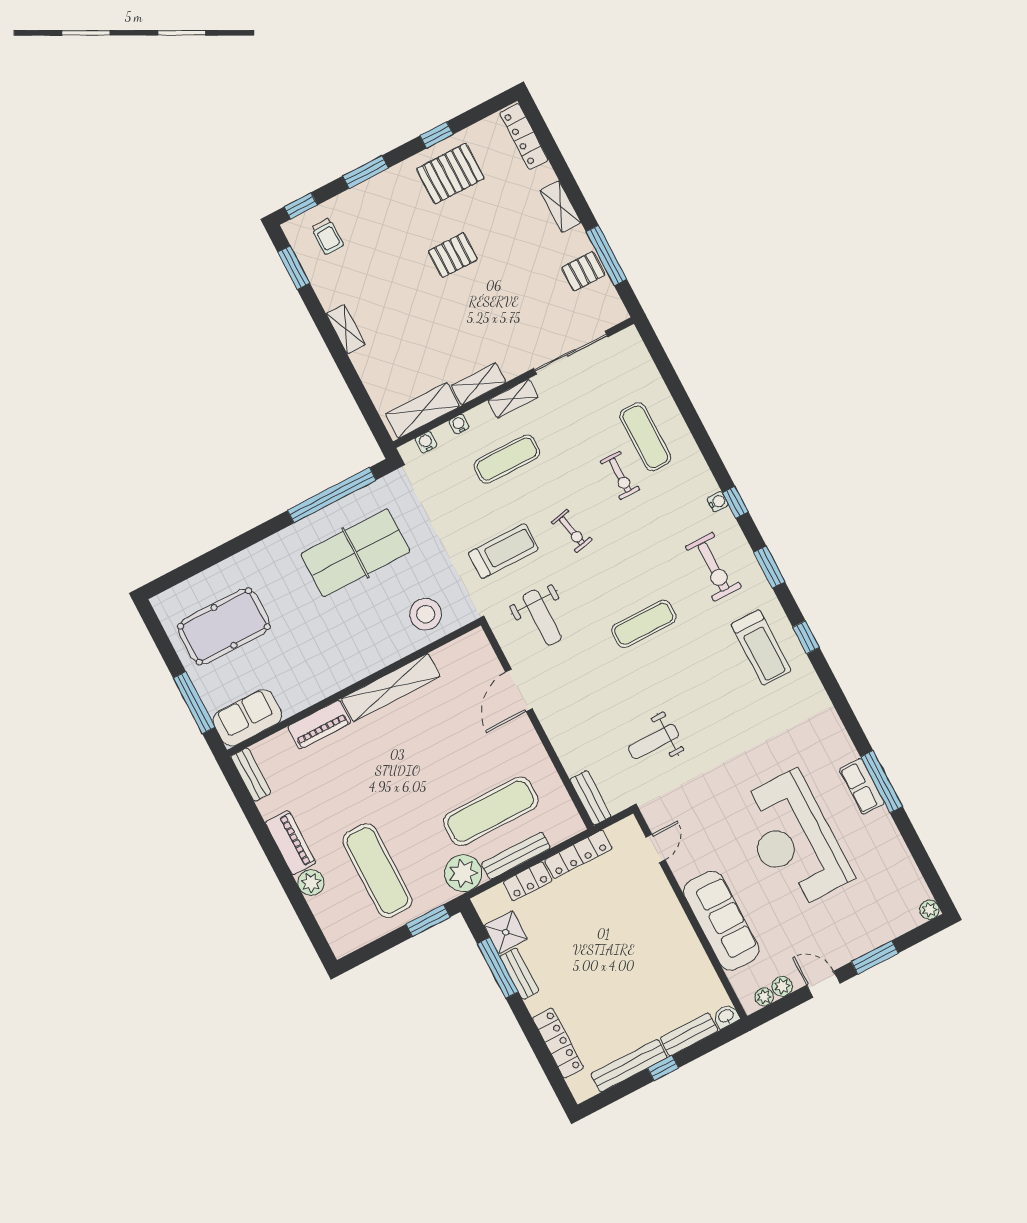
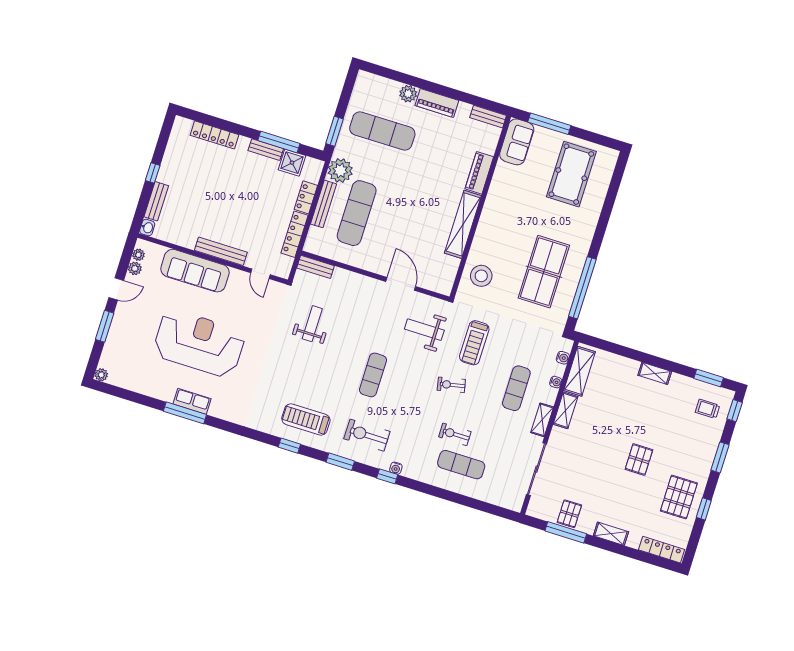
bench: (629, 1066) -> (221, 251), moved, turned 90

